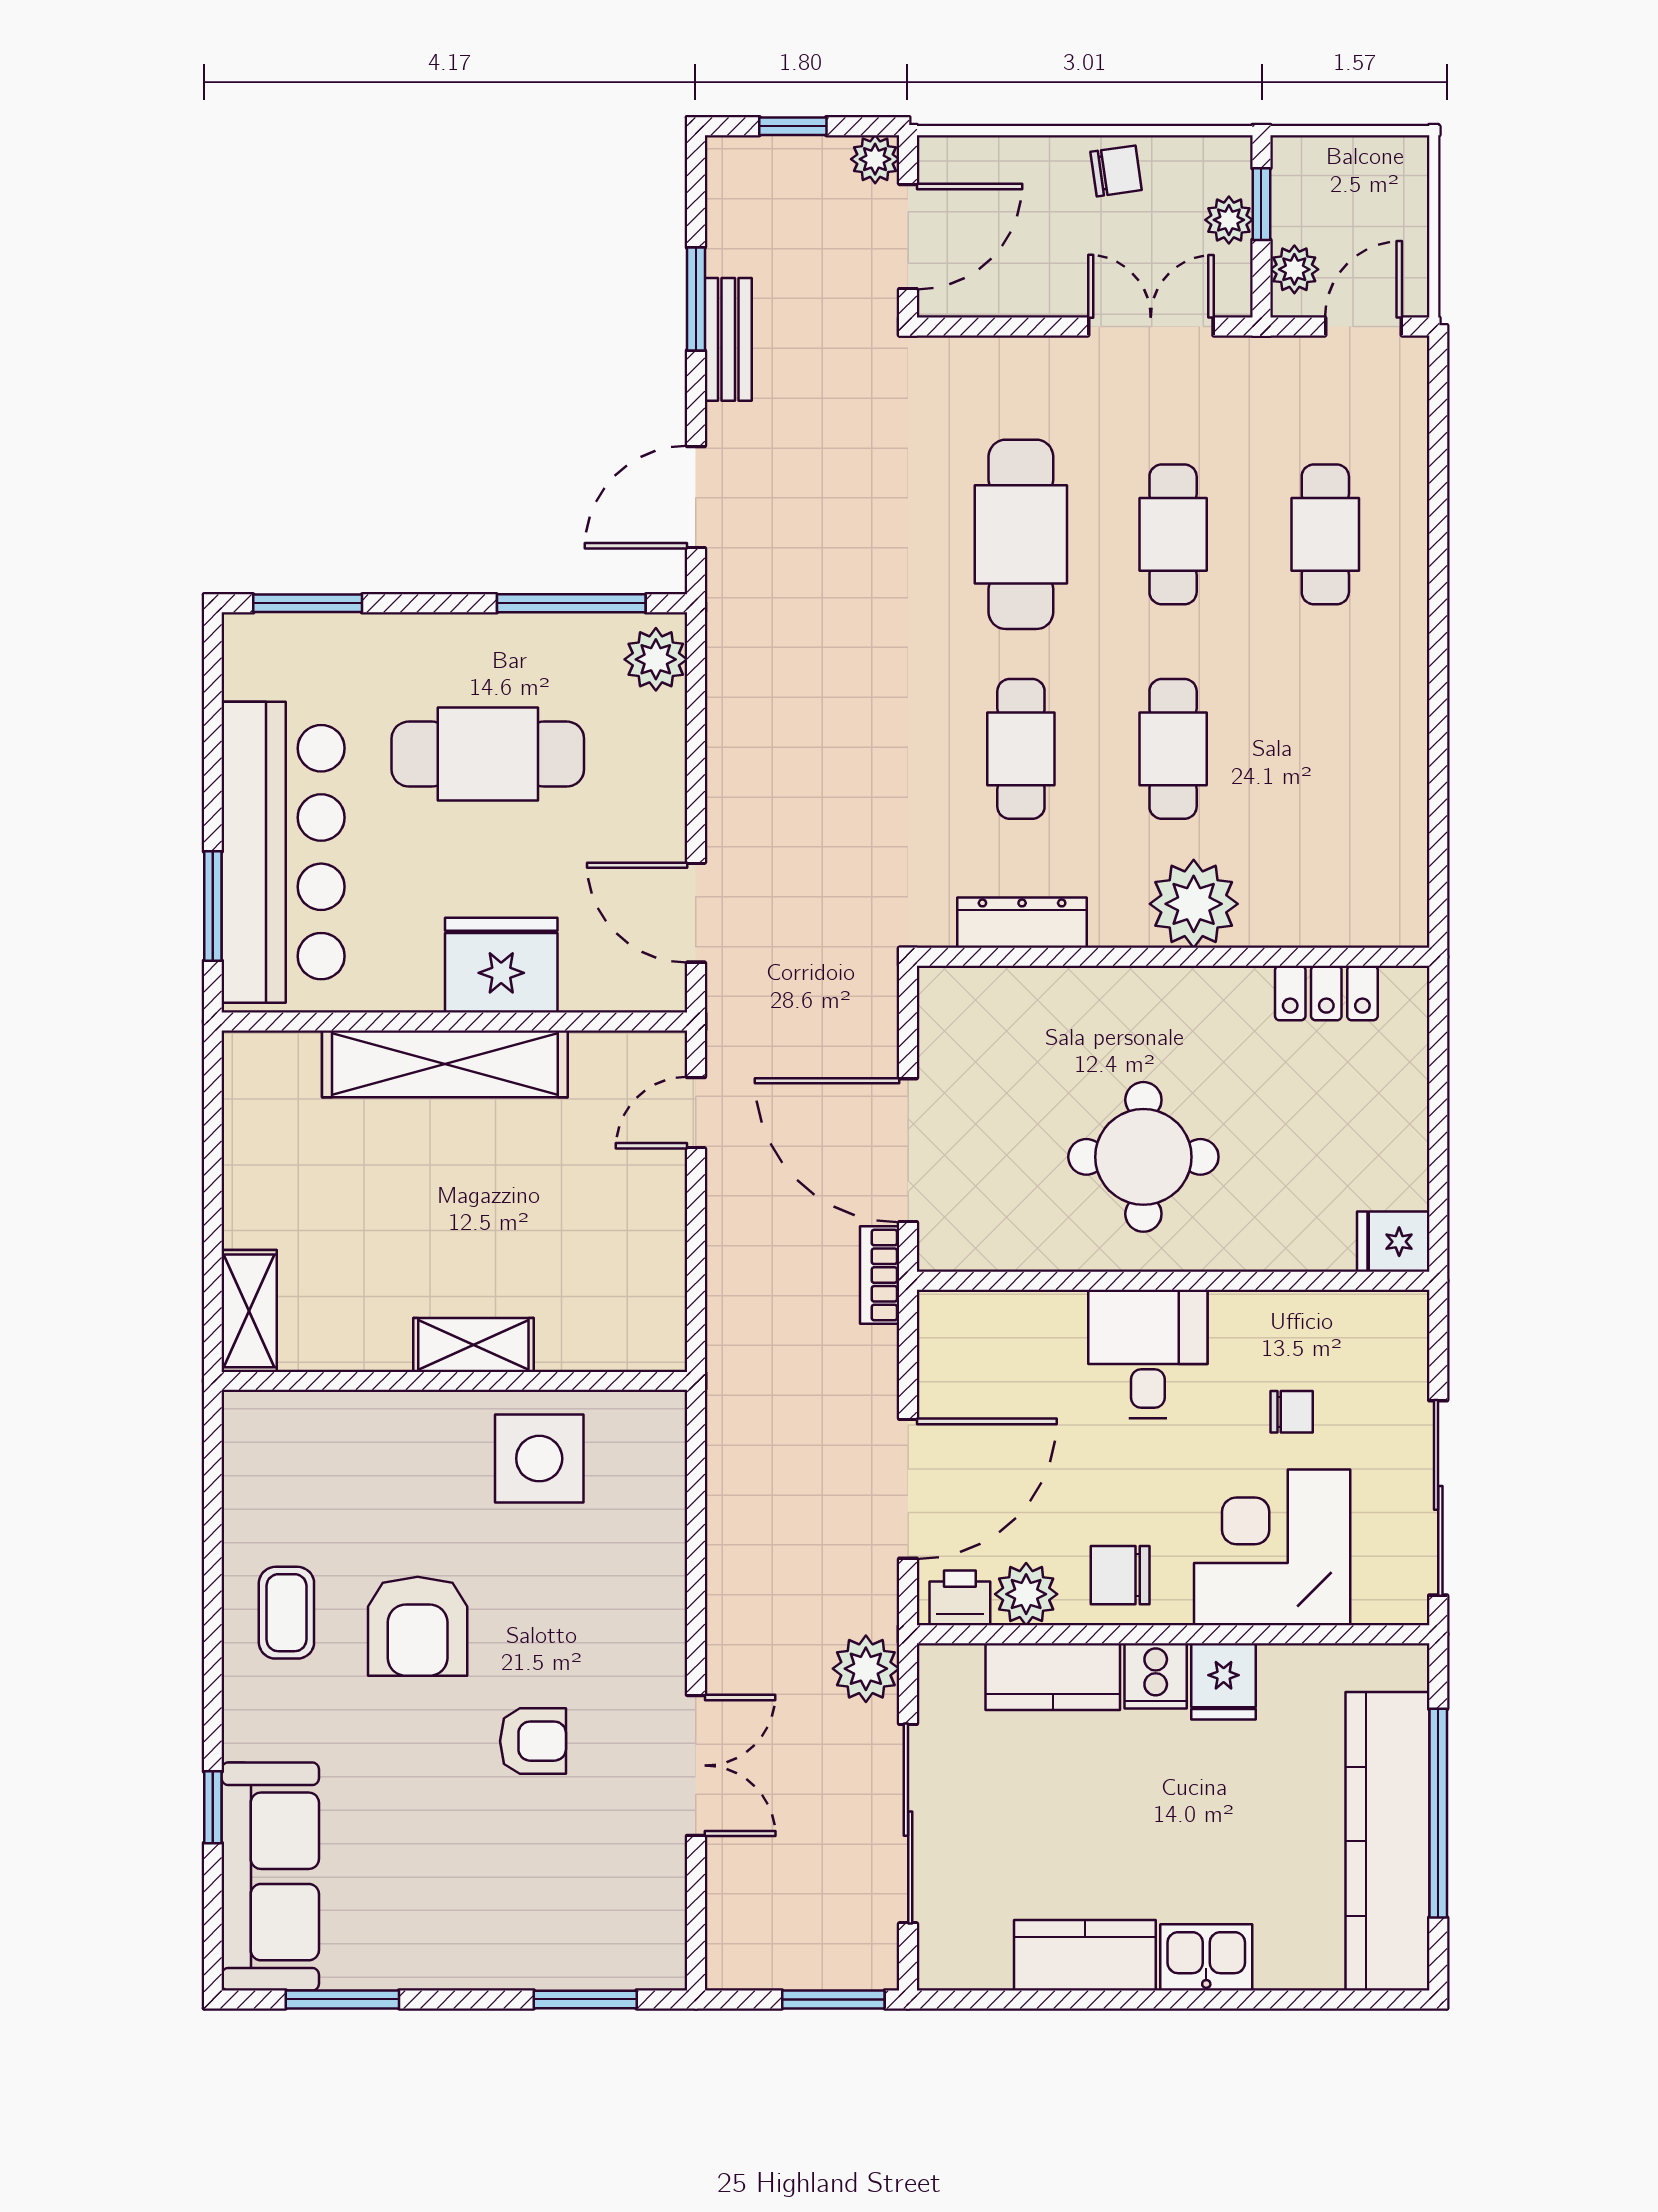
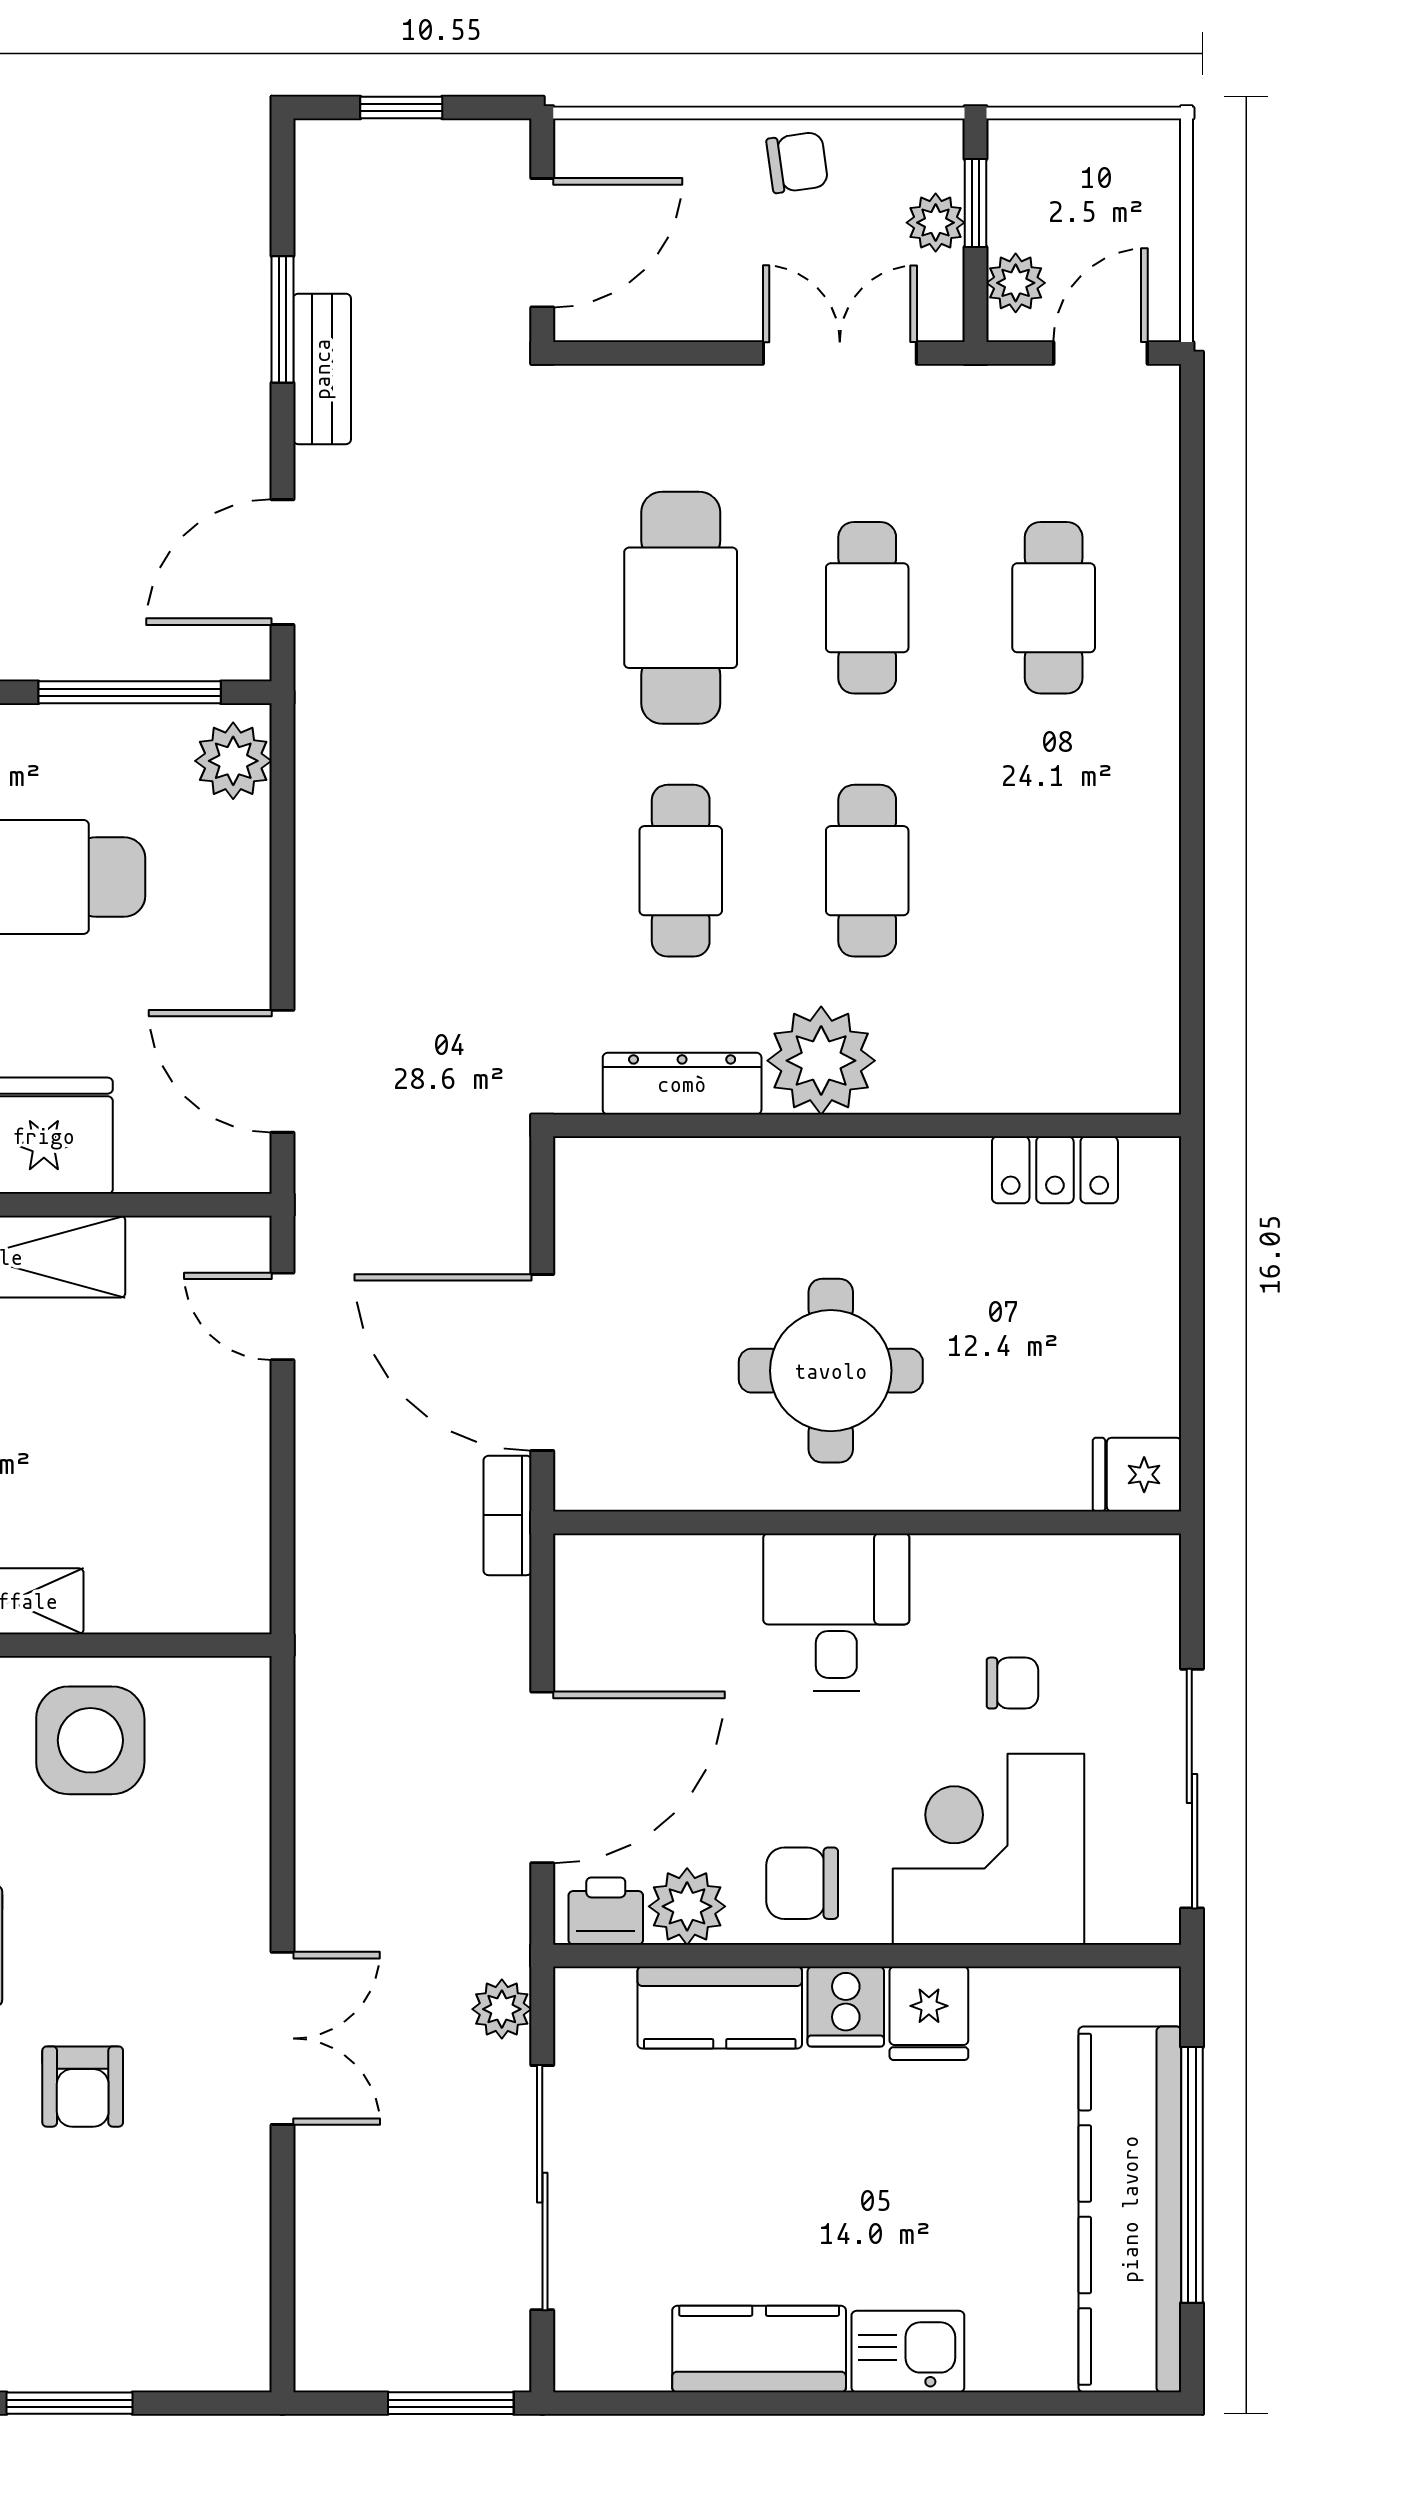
plant: (875, 159) -> (502, 148), removed
plant: (1194, 904) -> (821, 1061), moved
door: (696, 1113) -> (282, 1316), hinge flipped
plant: (866, 1669) -> (502, 2009), width x0.73, depth x0.73
armchair: (533, 1741) -> (83, 2087), turned 90
double door: (696, 1765) -> (282, 2038), moved
window: (585, 1999) -> (69, 2403), moved

